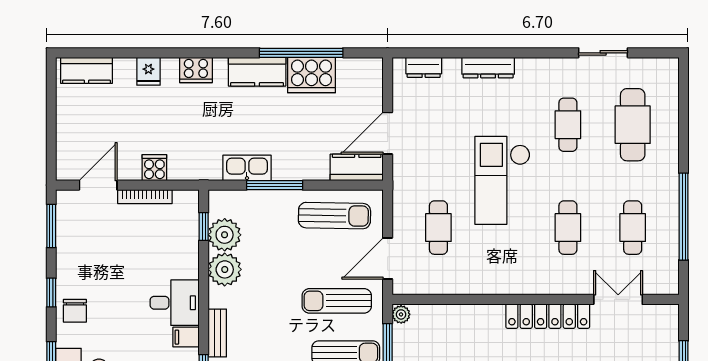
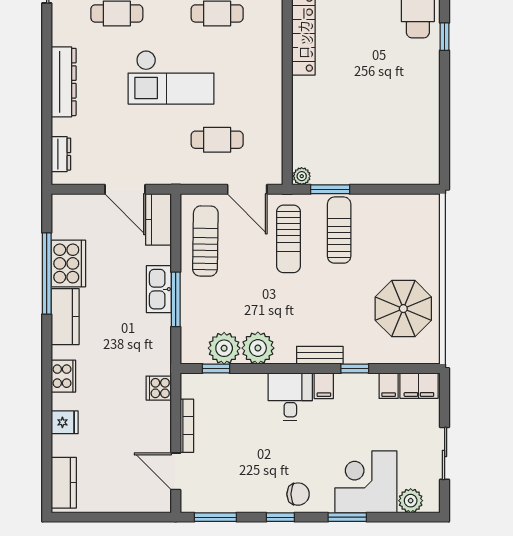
dresser: (488, 68) -> (64, 82), width x1.37, depth x1.24
cooker: (154, 168) -> (159, 388), moved
kitchen sink: (247, 168) -> (159, 289), moved

